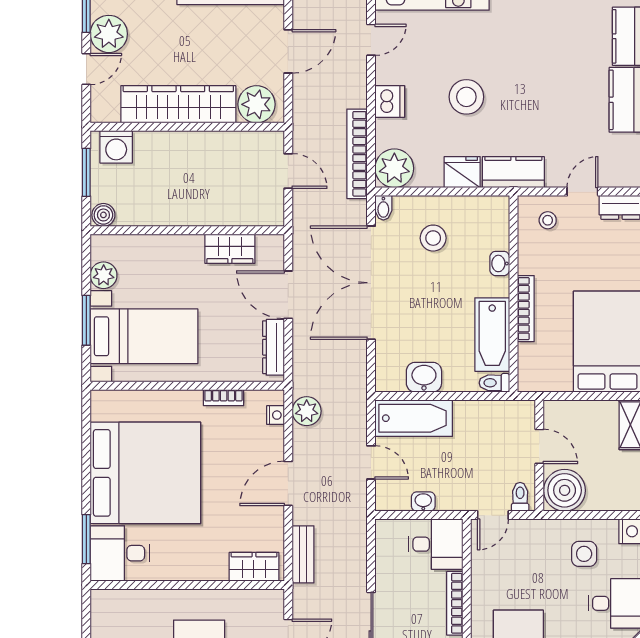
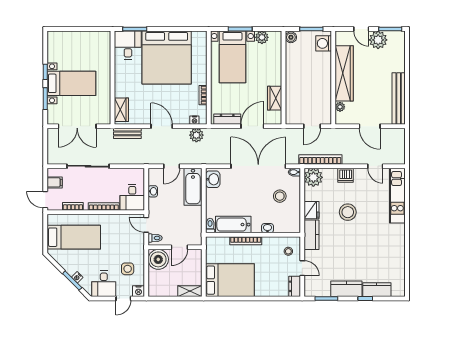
plant: (256, 104) -> (340, 107), width x0.53, depth x0.53
washbasin: (424, 377) -> (213, 179), moved

